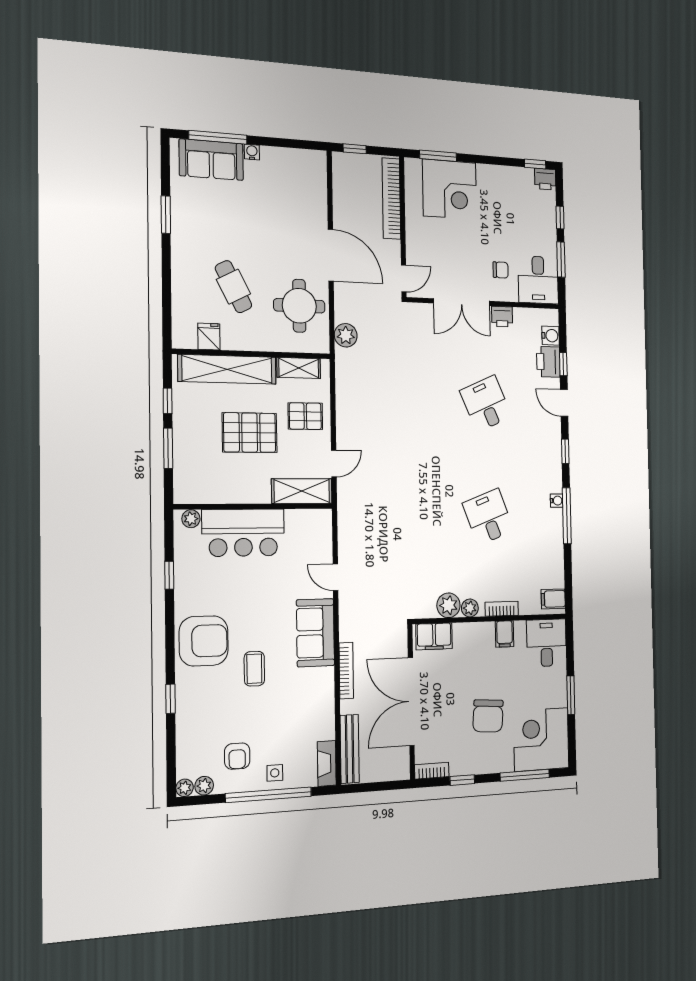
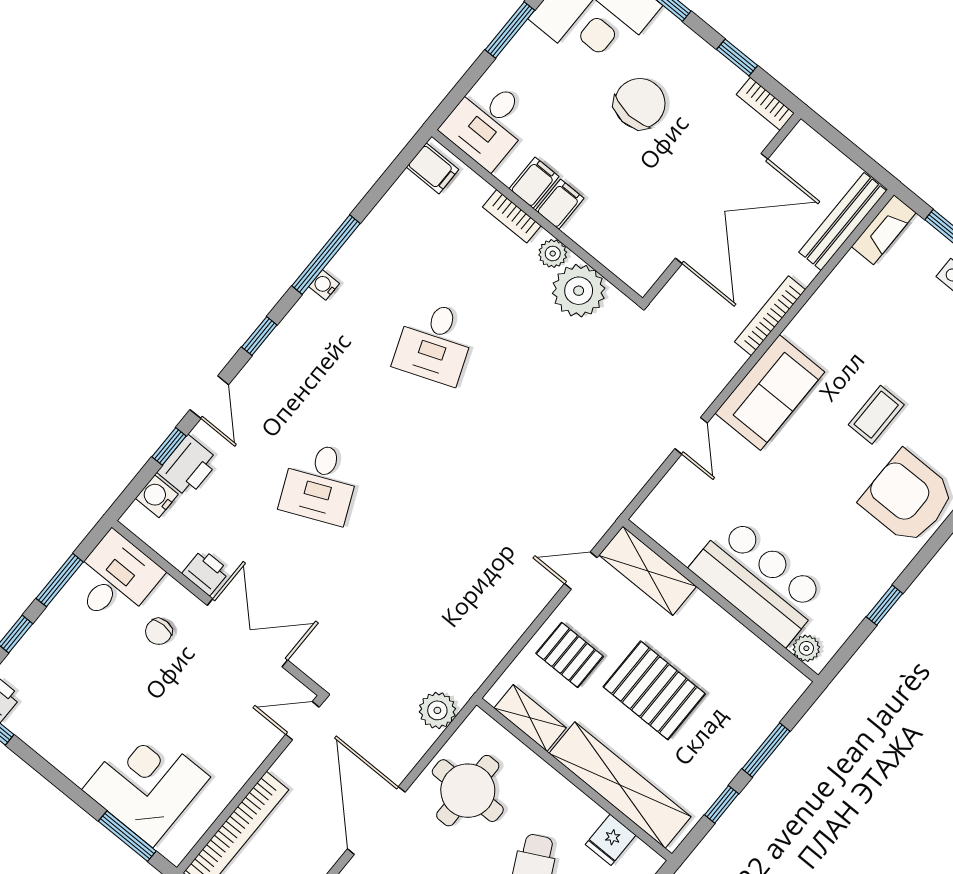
chair: (501, 270) -> (159, 632), turned -90
plant: (448, 605) -> (579, 291), width x1.36, depth x1.36
filing cabinet: (434, 636) -> (560, 204), moved, width x0.50

